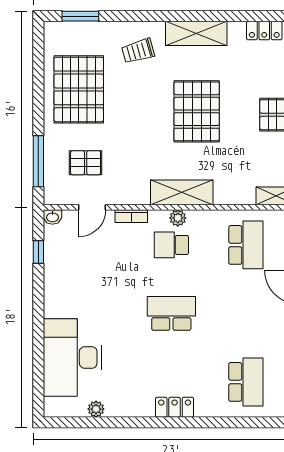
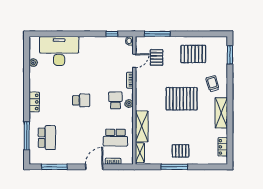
pallet: (79, 89) -> (193, 54), width x0.73, depth x0.71
pallet: (197, 111) -> (182, 99), moved
shelving: (182, 192) -> (142, 126), moved
door: (92, 207) -> (134, 61), swing flipped
school desk: (171, 313) -> (81, 100), width x0.54
school desk: (246, 382) -> (47, 138), turned -90
window: (242, 422) -> (27, 136), added

